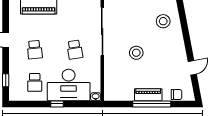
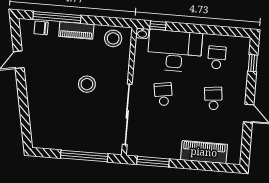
stool: (163, 21) -> (113, 38), moved
window: (57, 104) -> (158, 26), moved
window: (152, 104) -> (57, 17), moved

